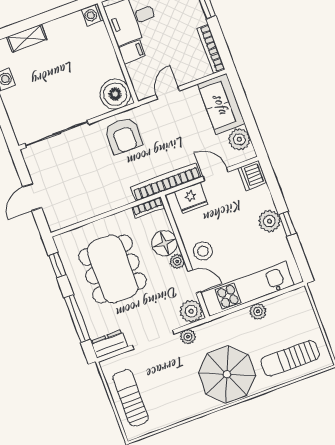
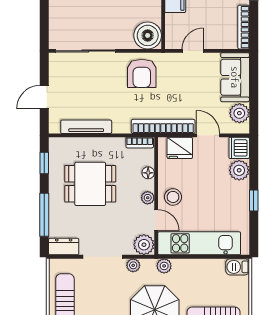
tv unit: (87, 212) -> (86, 127), added
plant: (269, 221) -> (239, 170), moved
floor lamp: (165, 243) -> (148, 173), width x0.53, depth x0.53
dining table: (113, 269) -> (90, 184), width x0.73
barbecue: (296, 298) -> (238, 267), added
plant: (258, 311) -> (164, 266), moved

